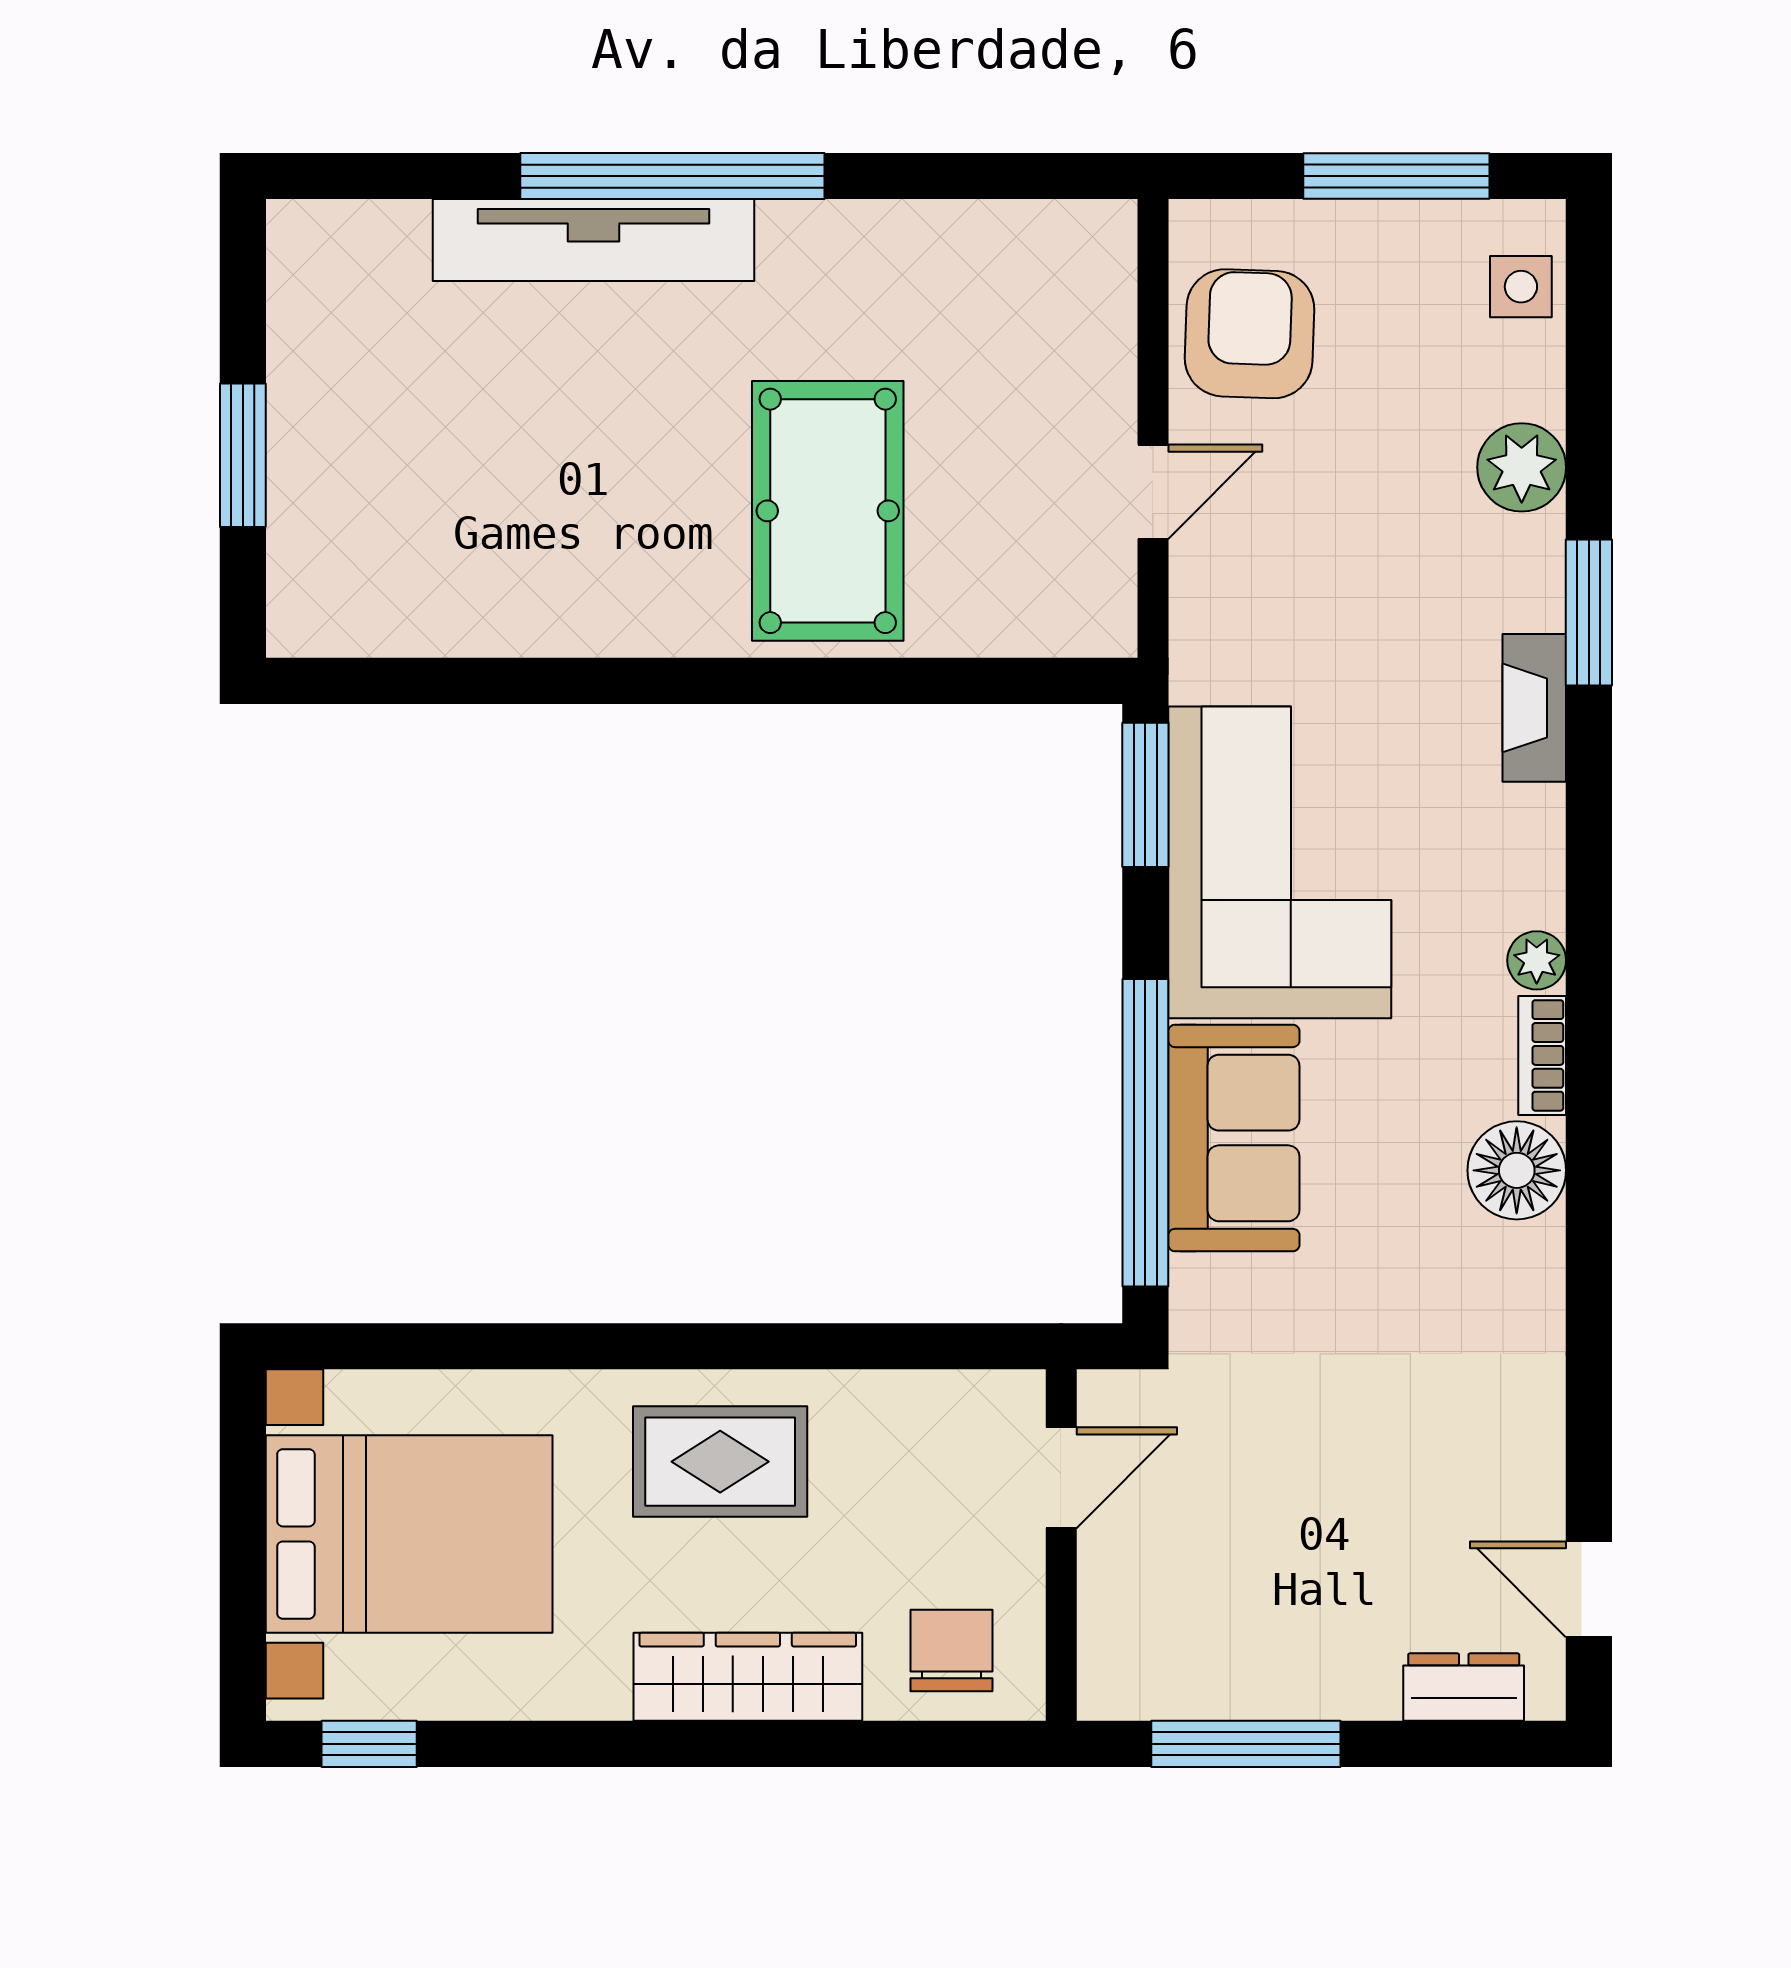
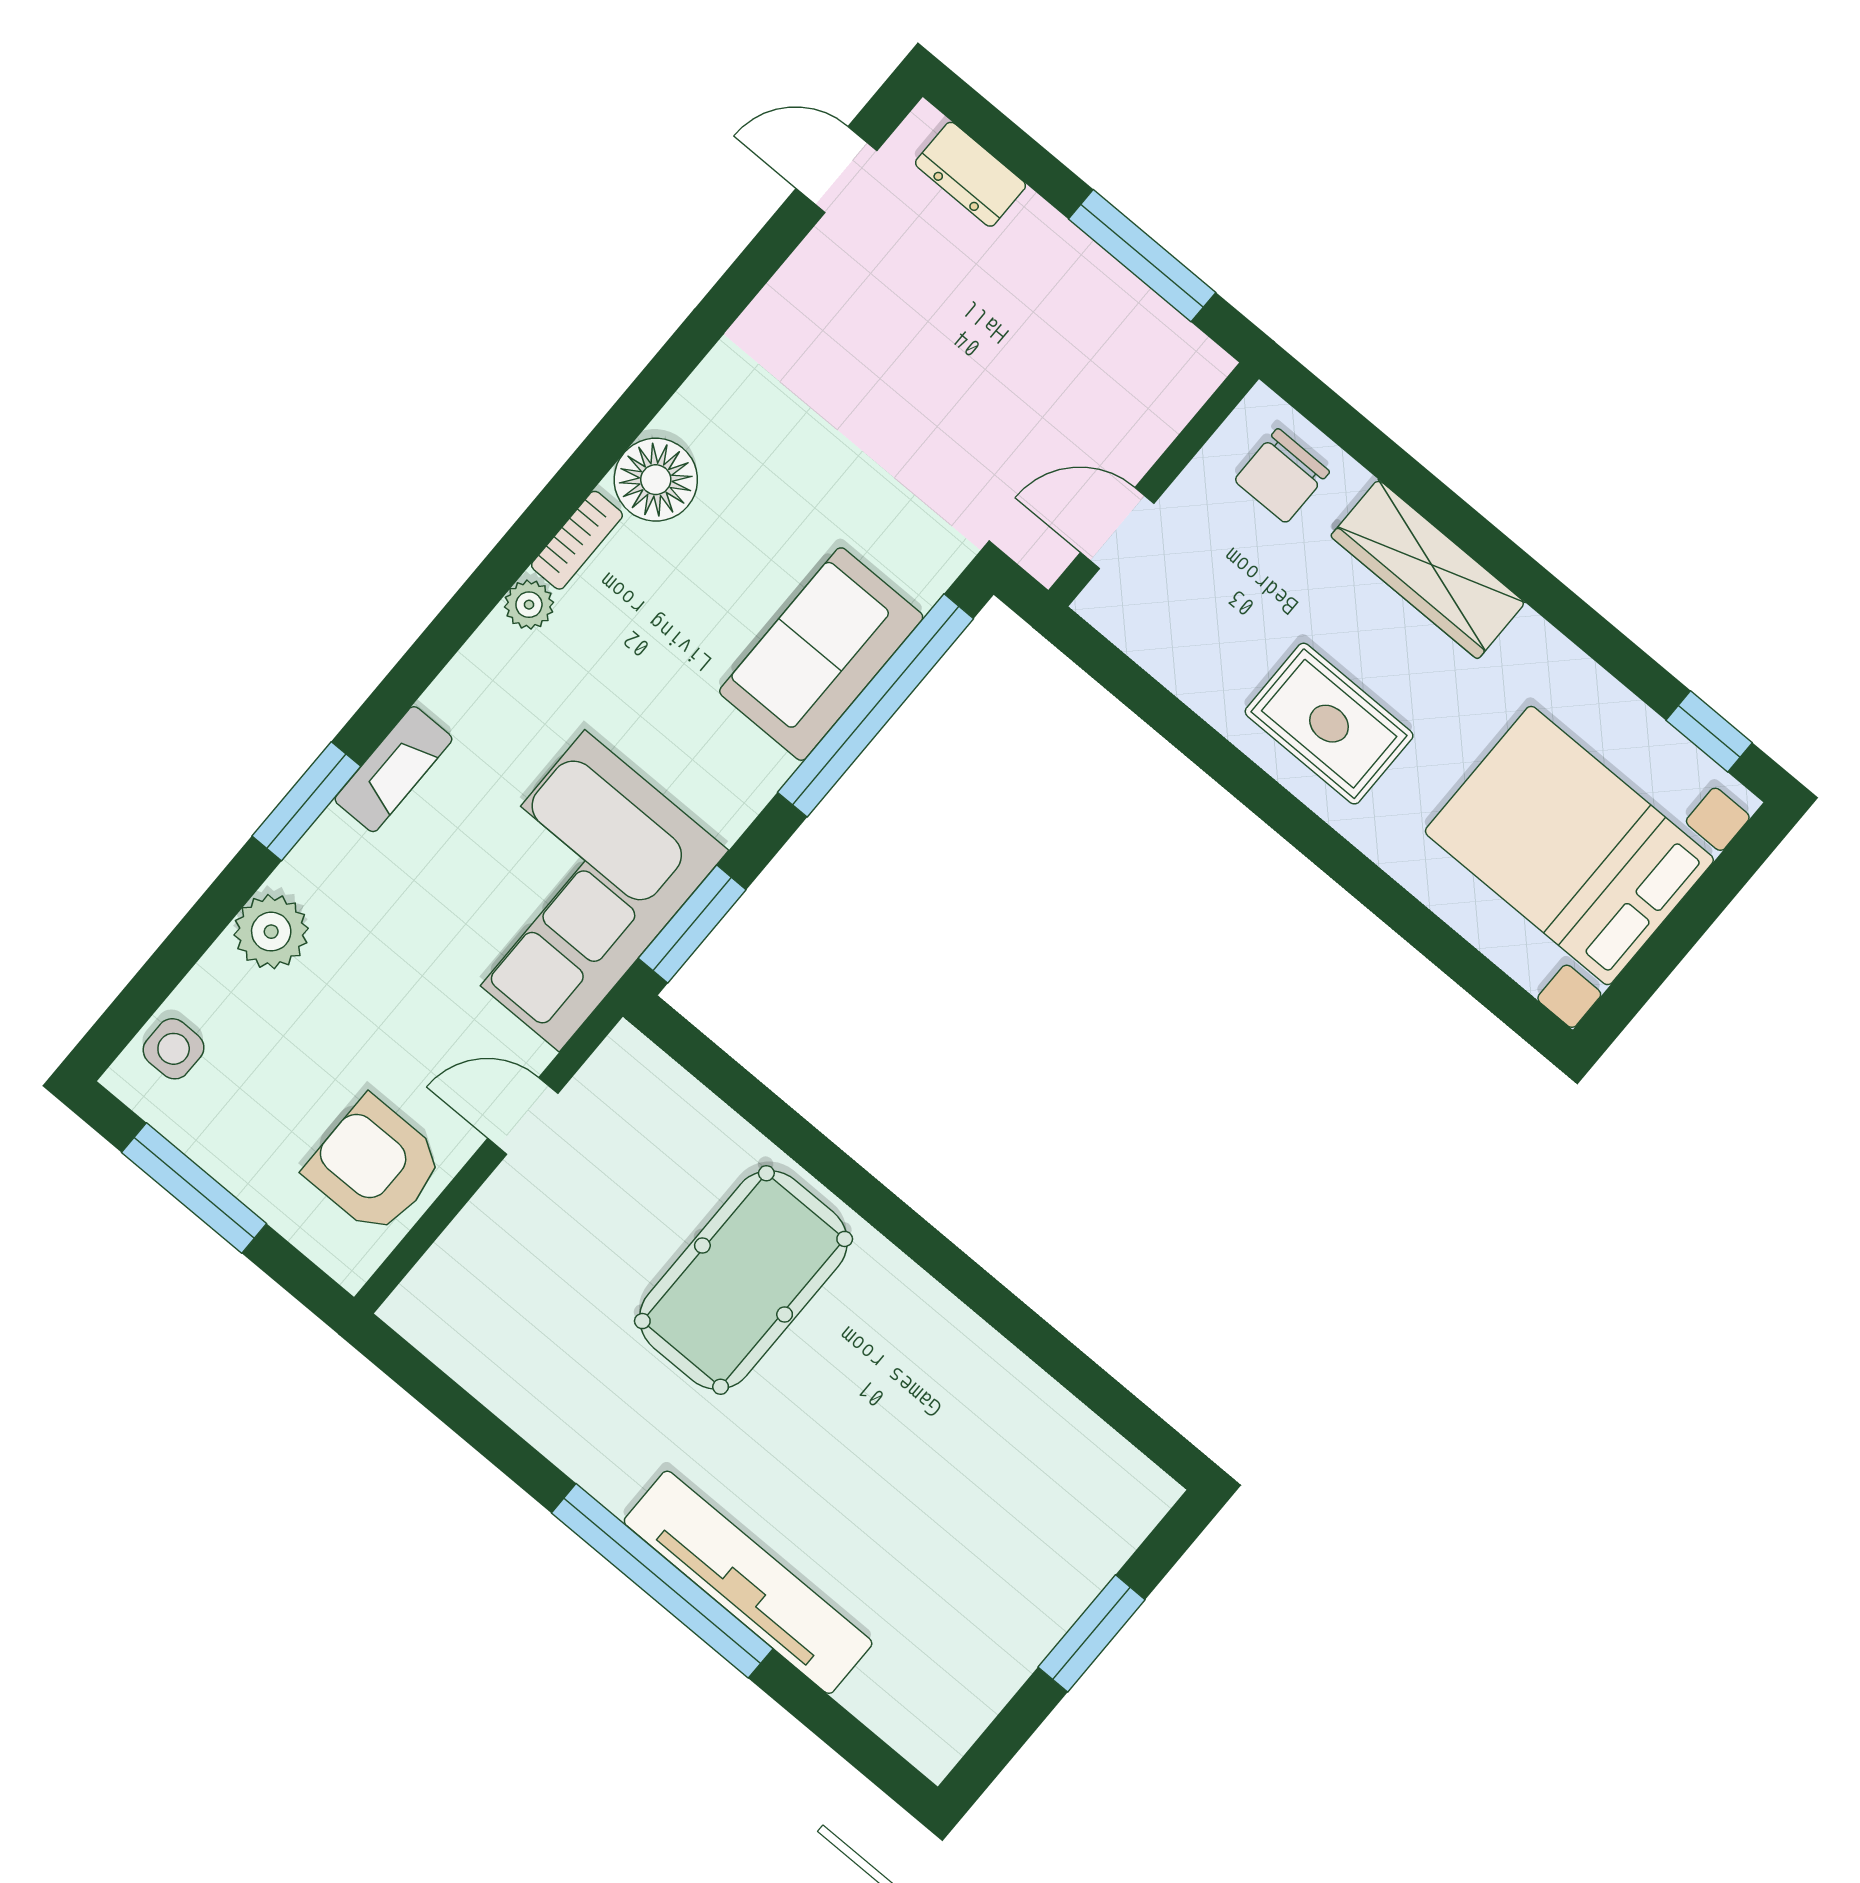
armchair: (1250, 334) -> (375, 1166), turned 88
corner sofa: (1280, 862) -> (572, 891), moved
door: (1589, 1589) -> (836, 169), swing flipped

